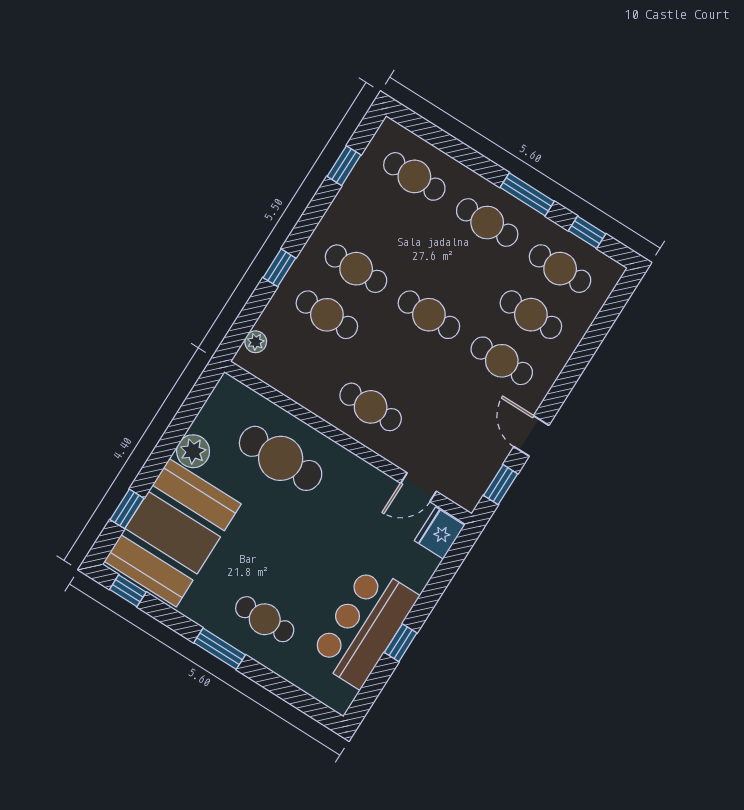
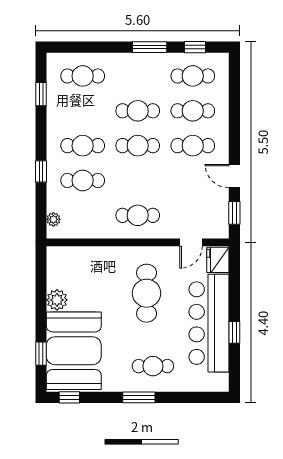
cafe table: (487, 223) -> (138, 111), moved
cafe table: (281, 458) -> (147, 293), moved, turned 90
bar counter: (364, 626) -> (209, 323), width x1.36

